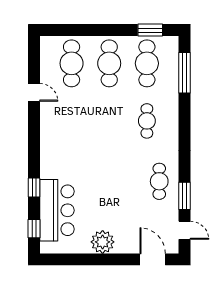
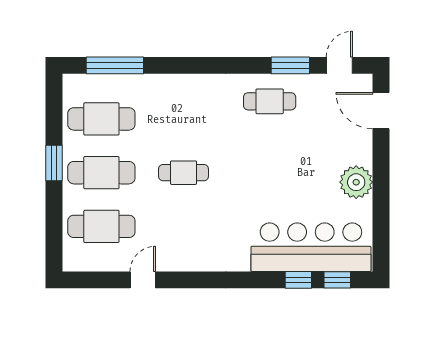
window: (150, 30) -> (54, 163), moved
cafe table: (147, 121) -> (183, 173), moved
window: (34, 188) -> (298, 280), moved
bar counter: (57, 210) -> (311, 247), width x1.36
door: (153, 259) -> (381, 111), hinge flipped

